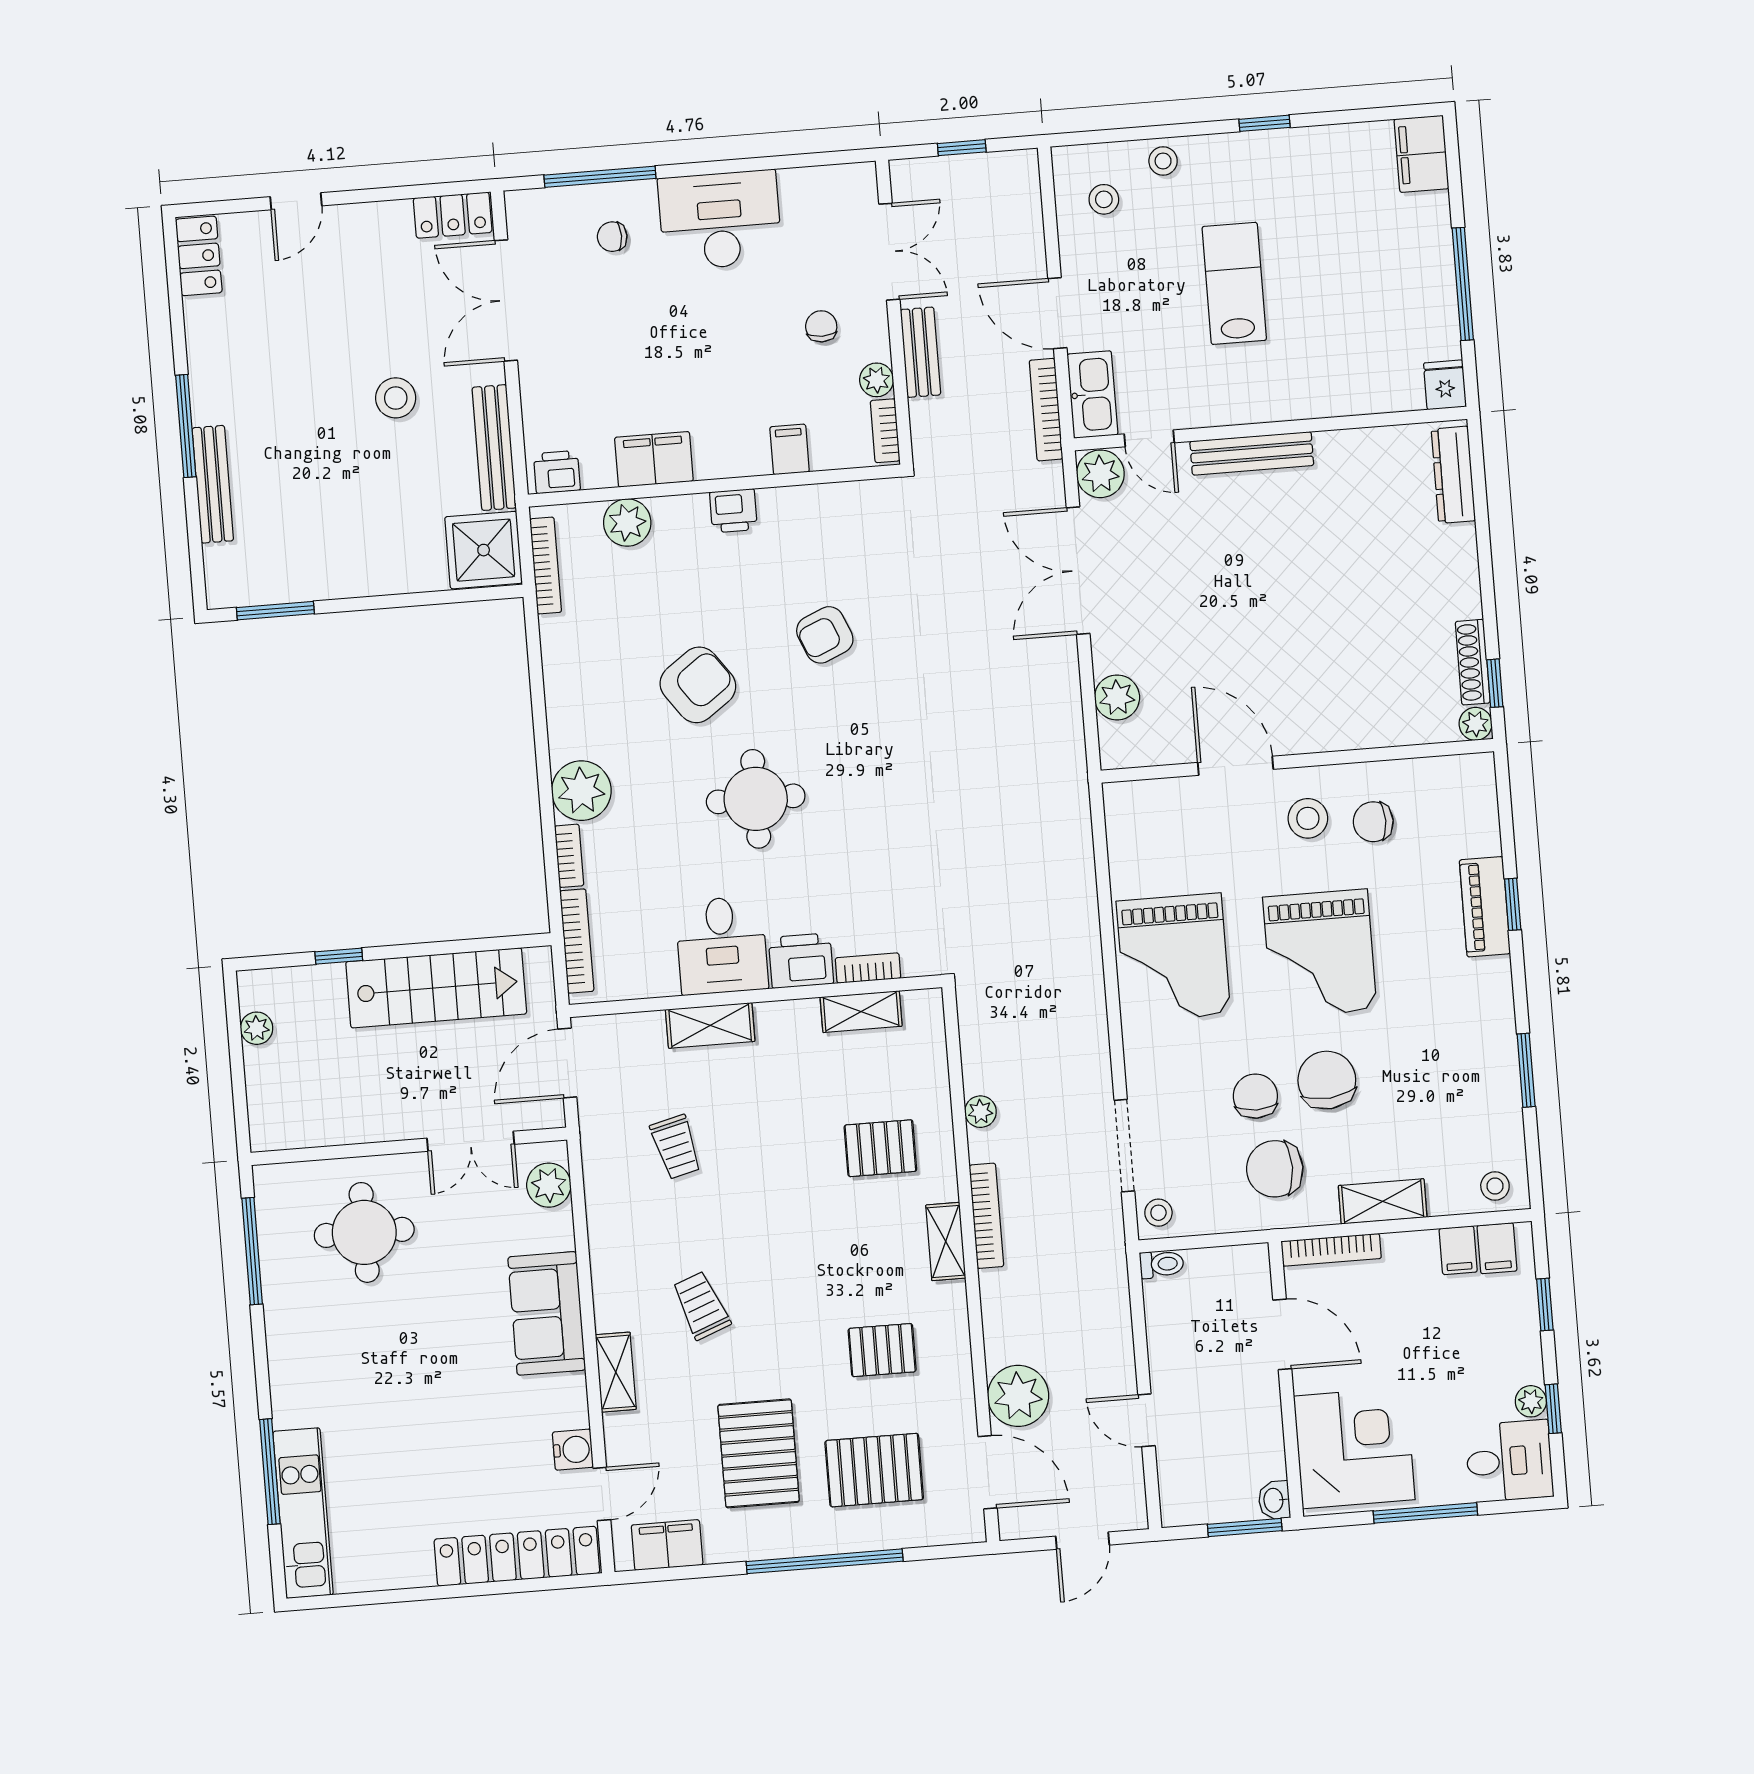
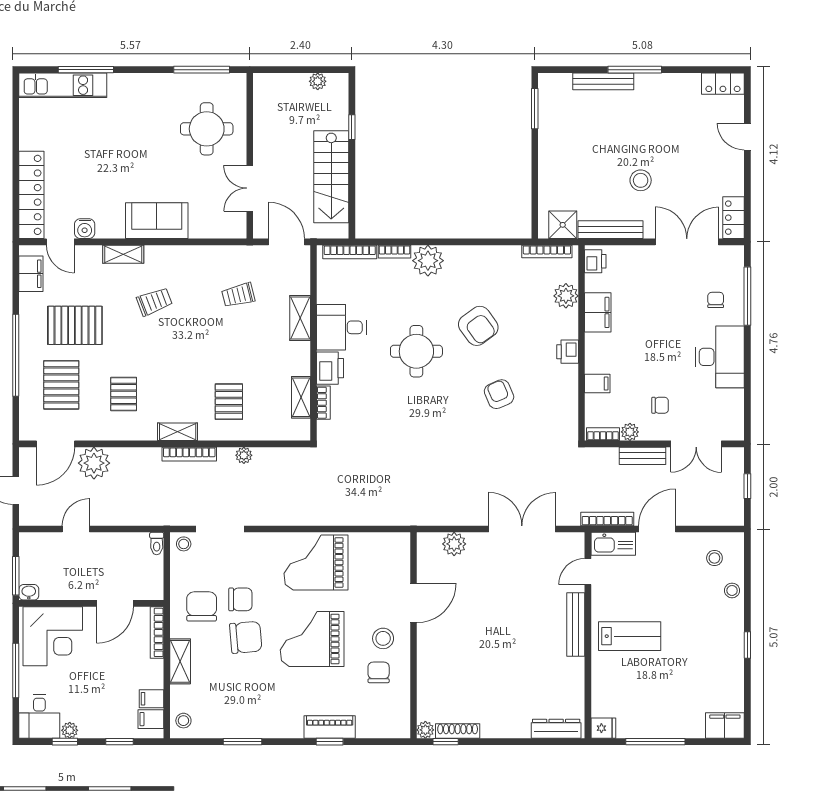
lab bench: (1234, 283) -> (630, 636), moved
plant: (1100, 474) -> (571, 545), removed
shower: (484, 550) -> (563, 225), width x0.73, depth x0.73
plant: (549, 1185) -> (224, 227), removed

